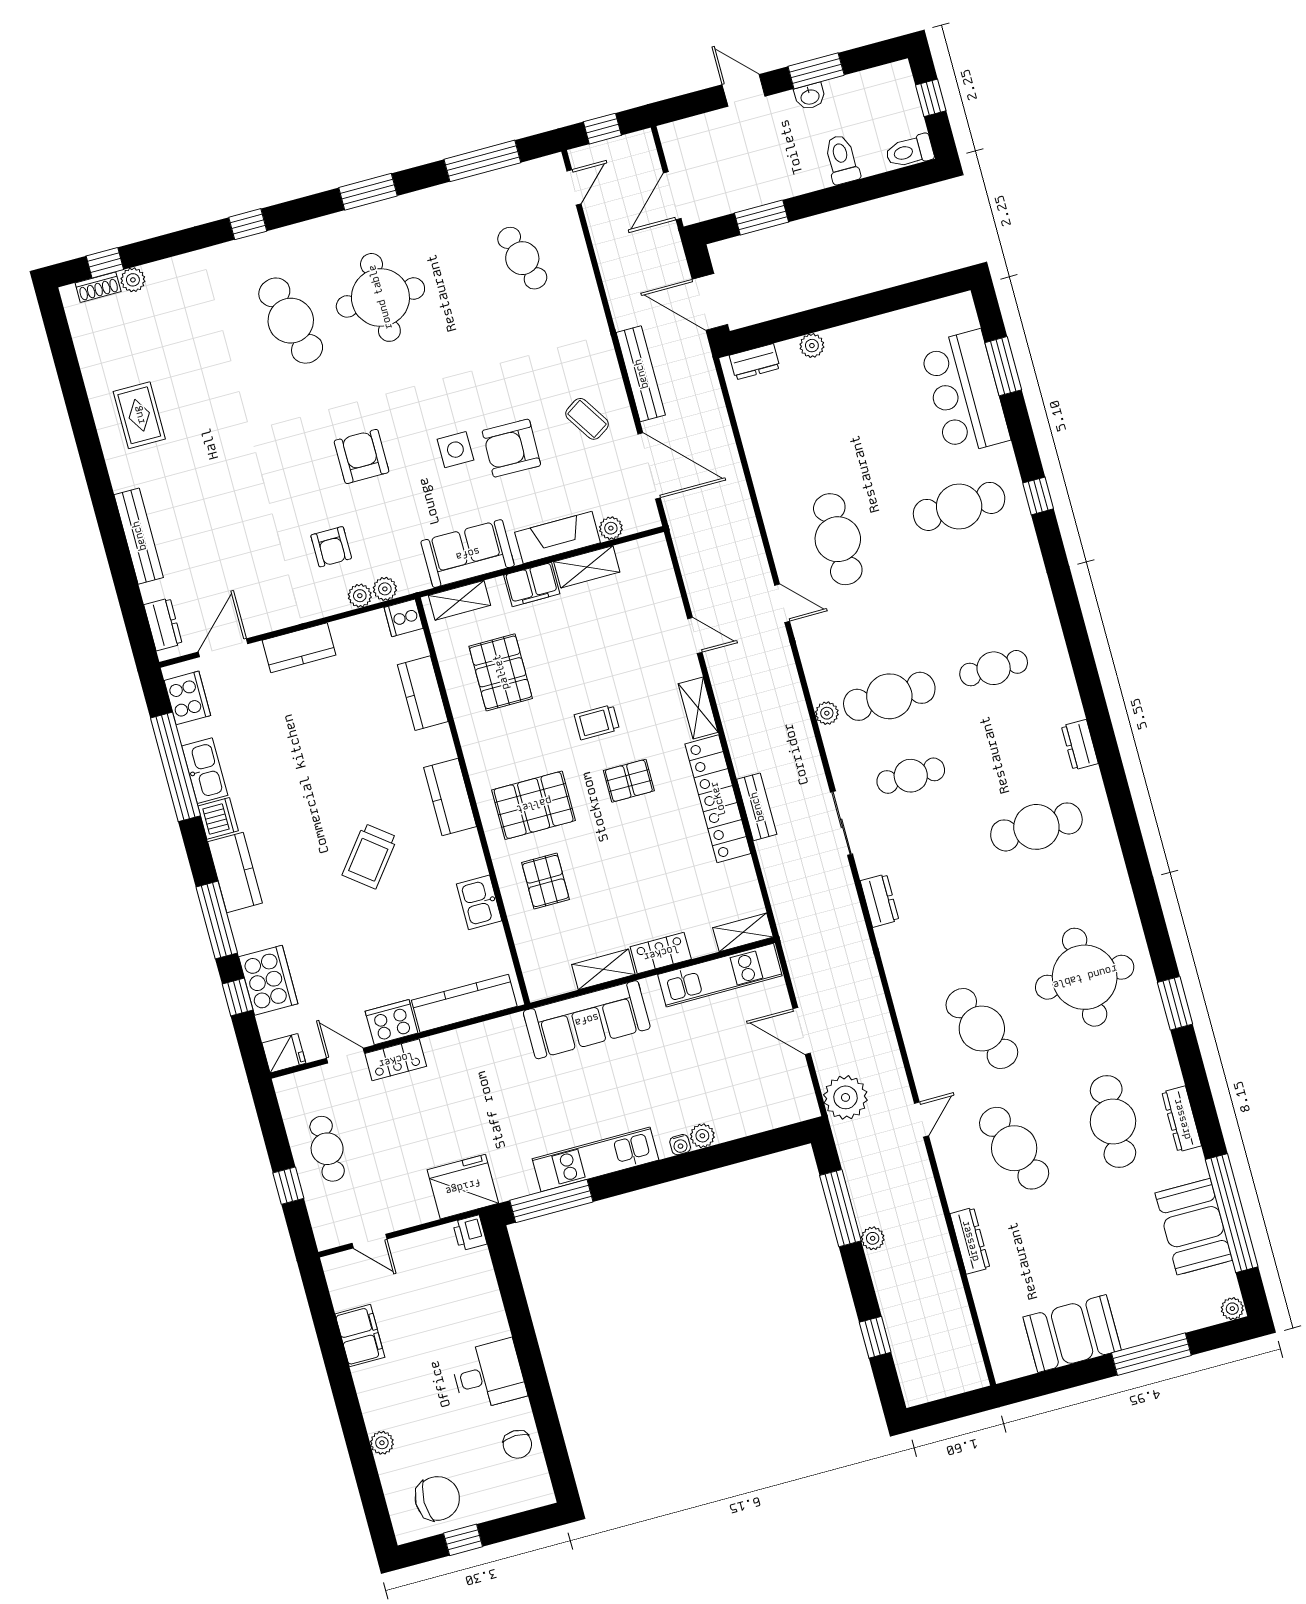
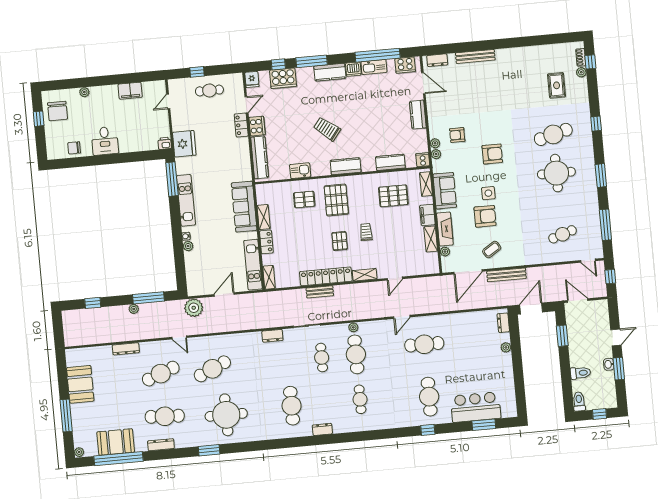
rug: (139, 415) -> (557, 85), moved, turned 90
armchair: (511, 448) -> (485, 216), turned 89

